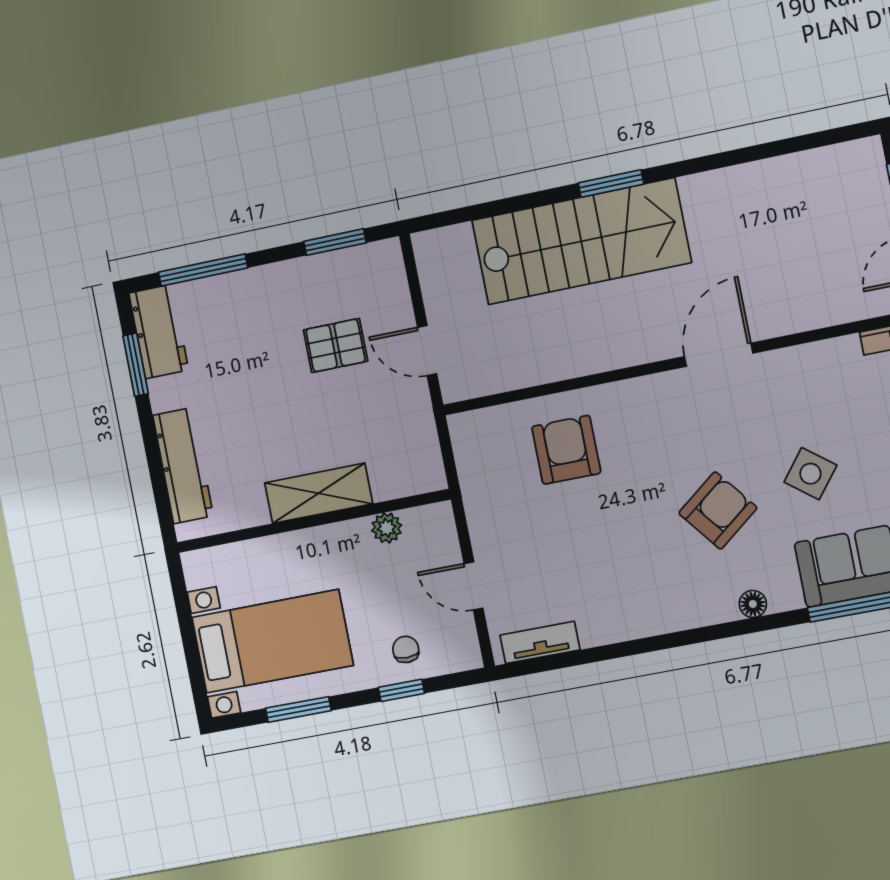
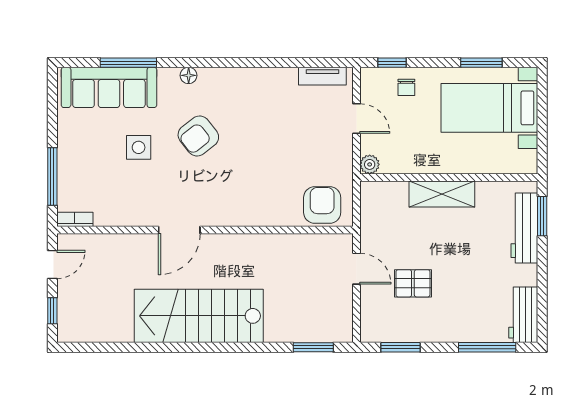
window: (611, 184) -> (313, 347), moved
stairs: (581, 241) -> (199, 316), moved
window: (136, 365) -> (542, 216), moved
armchair: (566, 450) -> (322, 205), moved, turned 180
side table: (810, 474) -> (139, 147), turned -38
plant: (387, 528) -> (370, 164), moved
window: (401, 690) -> (392, 63), moved

